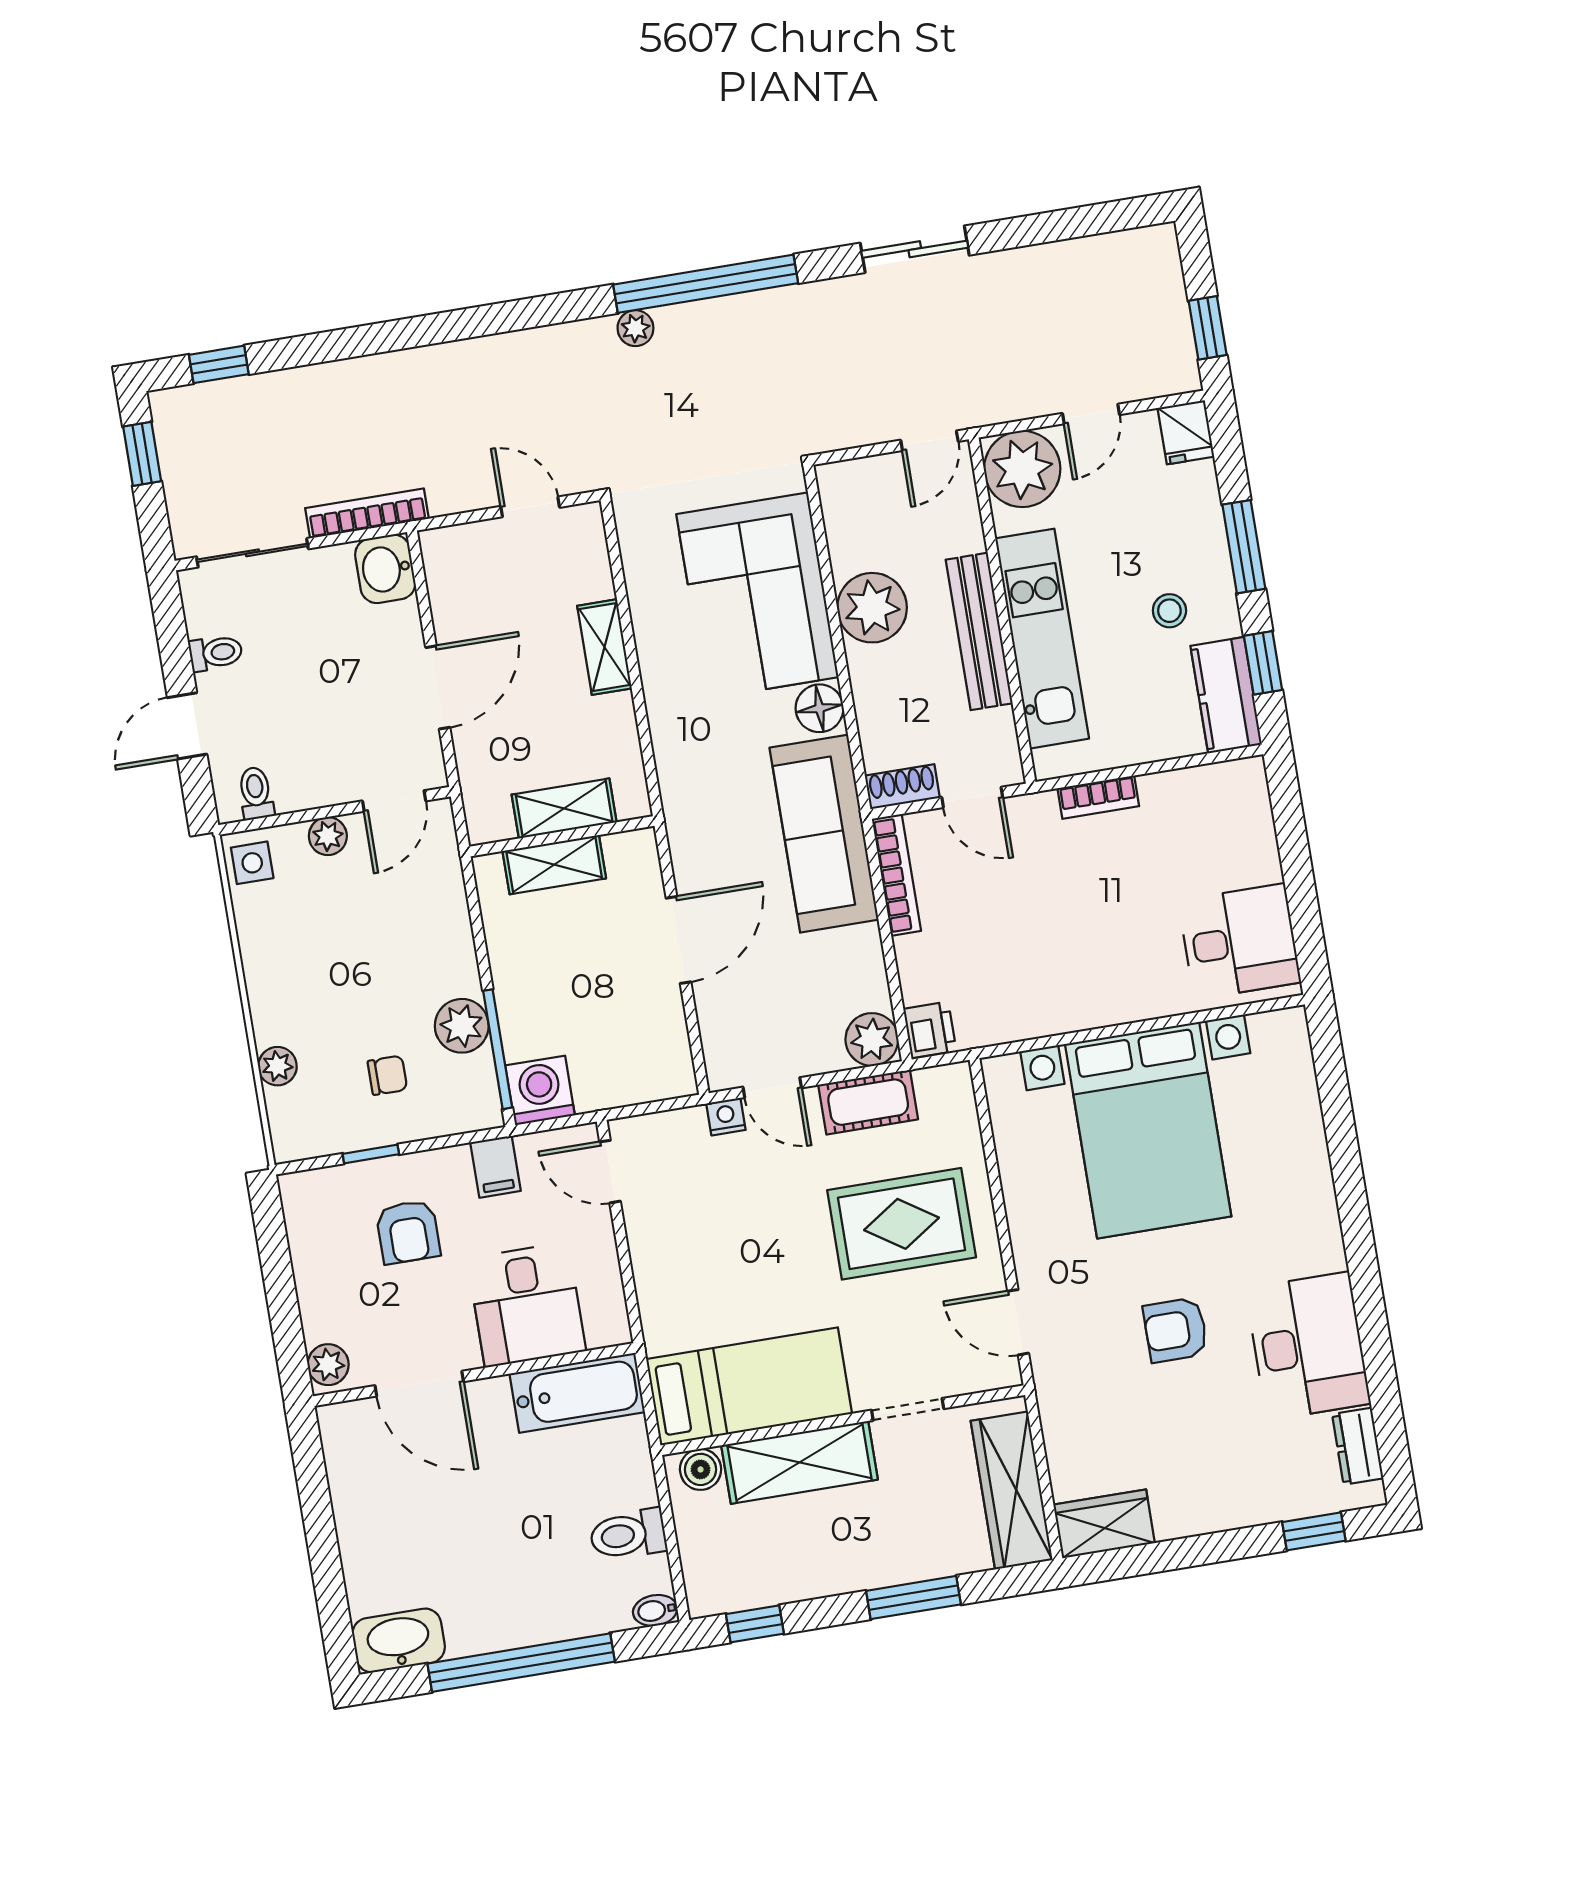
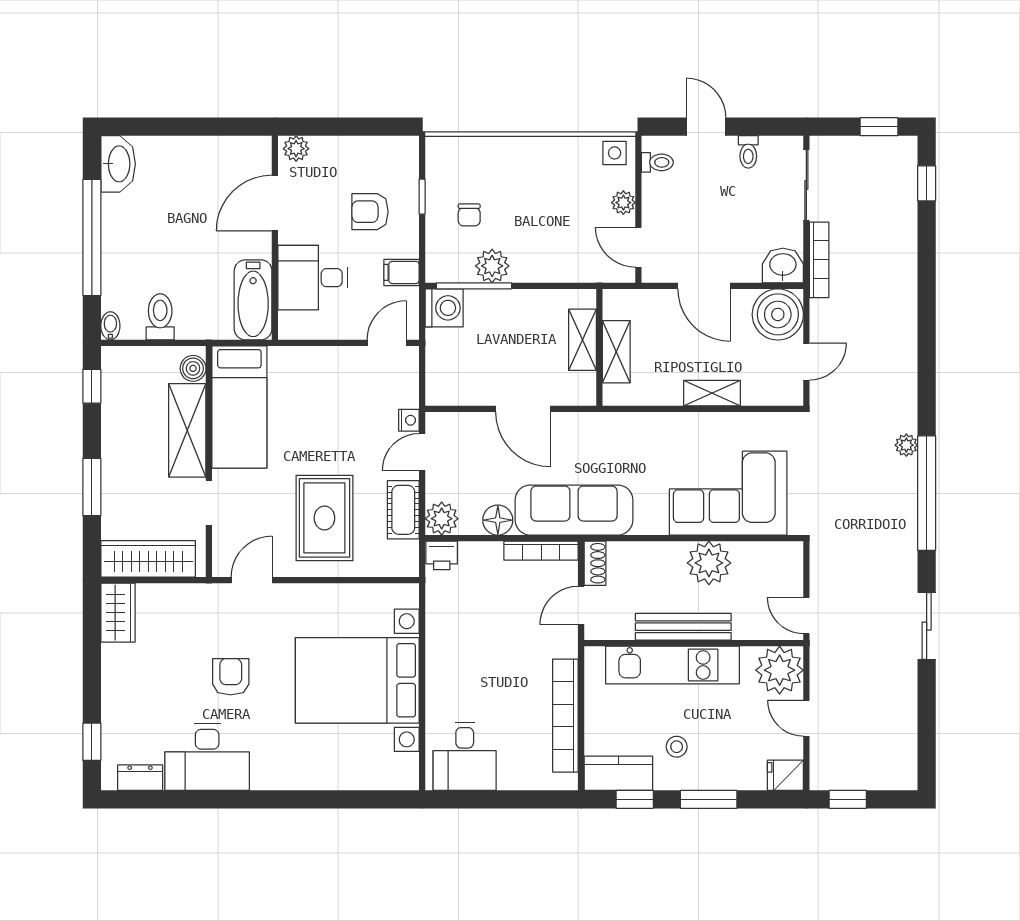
boiler: (464, 564) -> (778, 314), added
floor lamp: (820, 708) -> (498, 520), moved
bookcase: (1098, 797) -> (565, 716), width x2.31, depth x1.31
plant: (277, 1066) -> (486, 148), removed

